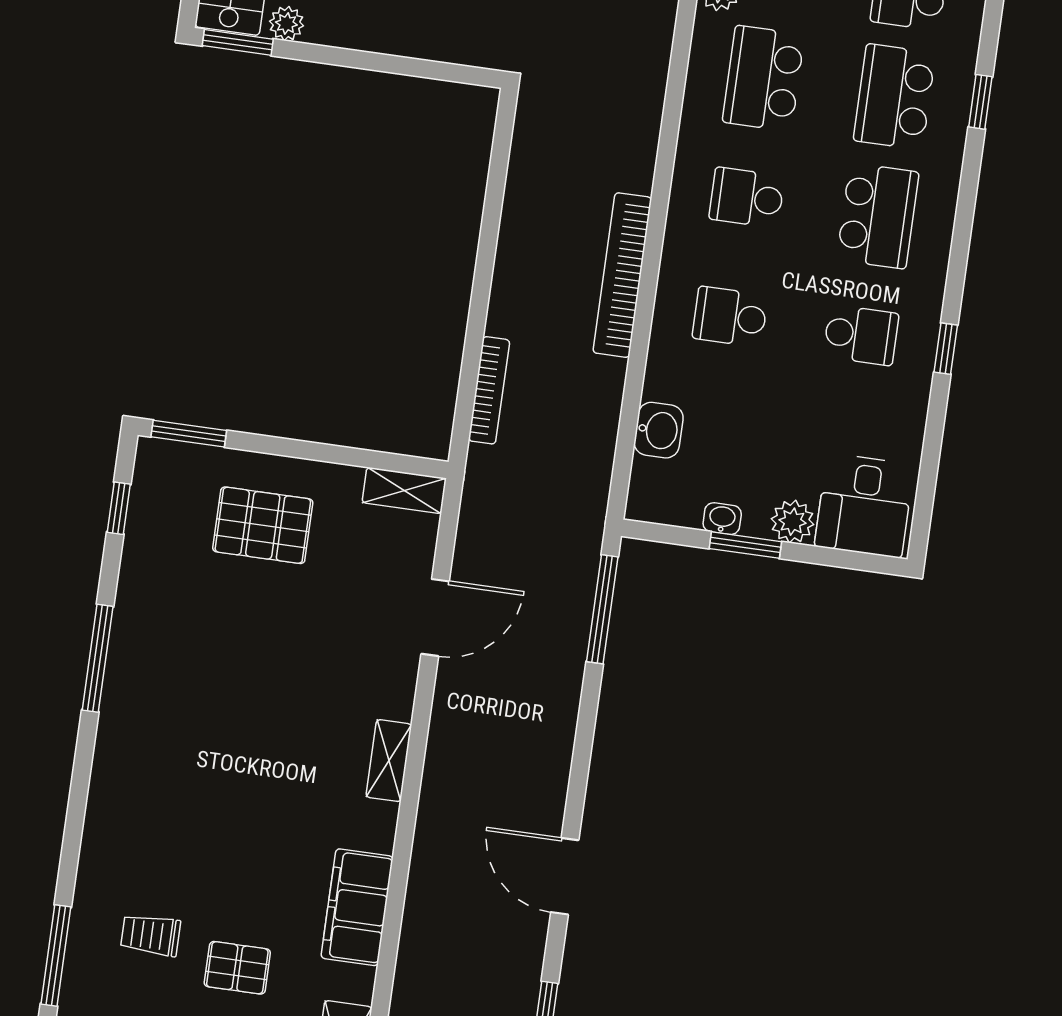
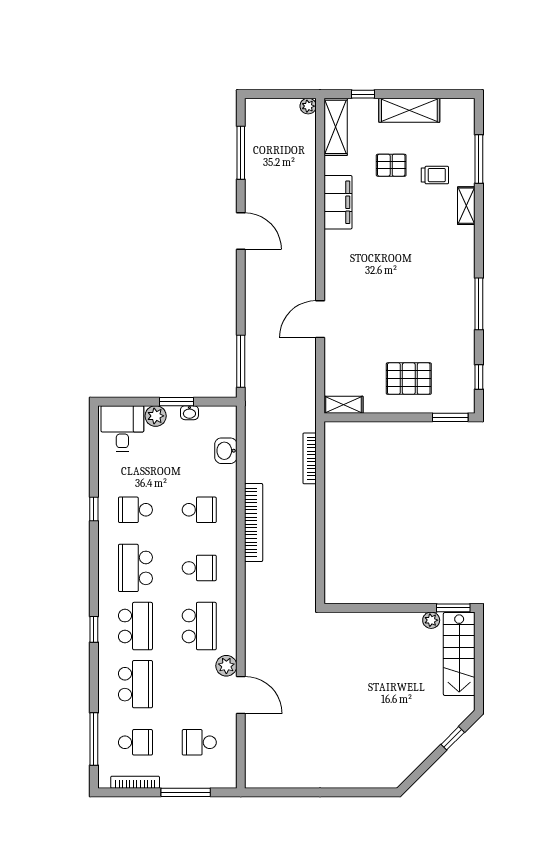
door: (435, 618) -> (320, 319), moved
shelving: (389, 761) -> (466, 206), moved

